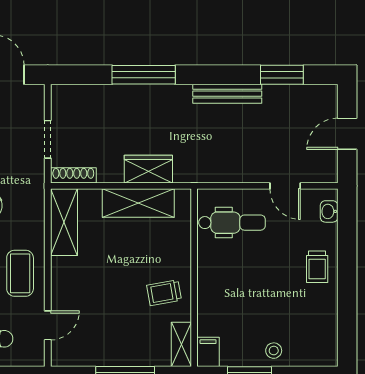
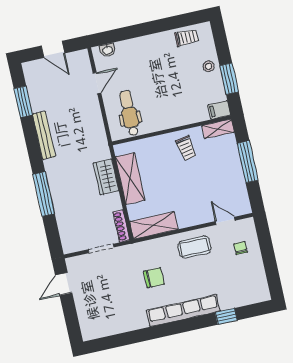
trolley: (317, 267) -> (186, 37), moved

